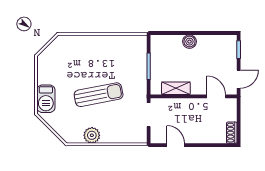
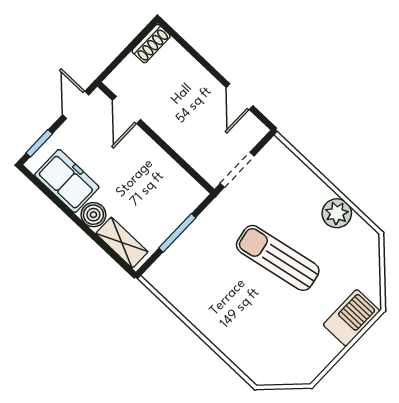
freezer: (213, 45) -> (67, 181), added
door: (239, 79) -> (76, 105), hinge flipped
shelving: (176, 88) -> (122, 243), moved

